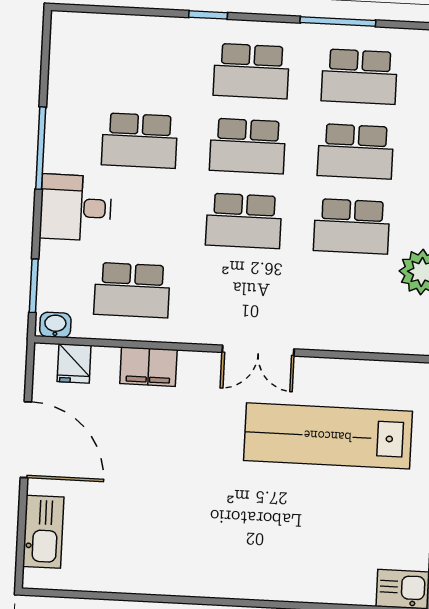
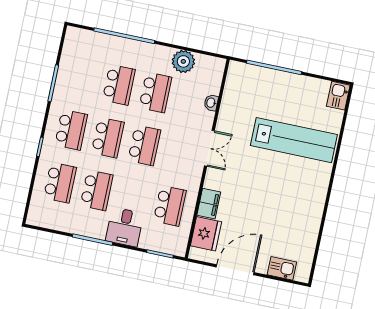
school desk: (359, 77) -> (60, 183), moved
washbasin: (55, 325) -> (211, 103), moved
fridge: (74, 363) -> (206, 234), width x1.88, depth x1.34
lab bench: (328, 436) -> (294, 140), moved, turned -90
kitchen sink: (43, 532) -> (282, 268), width x0.73

